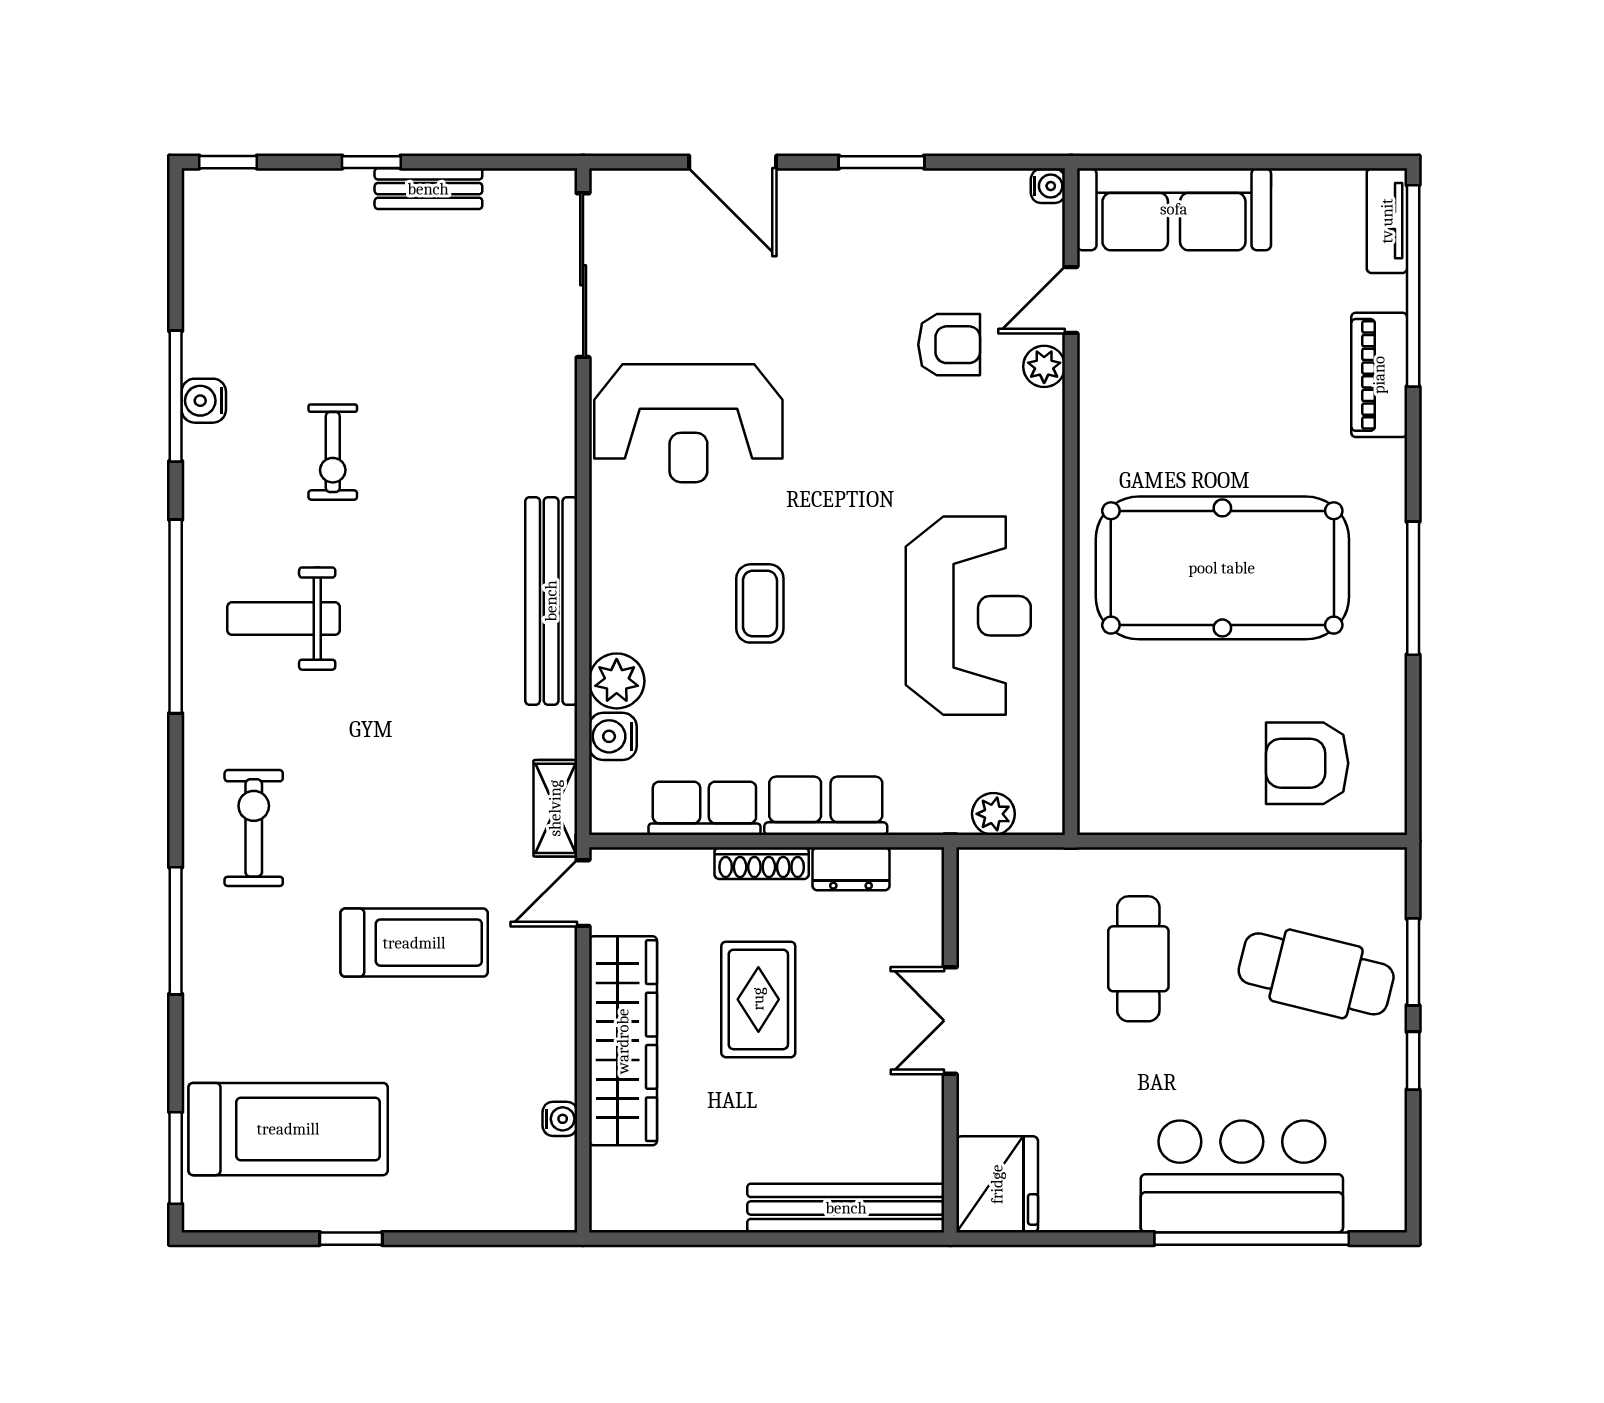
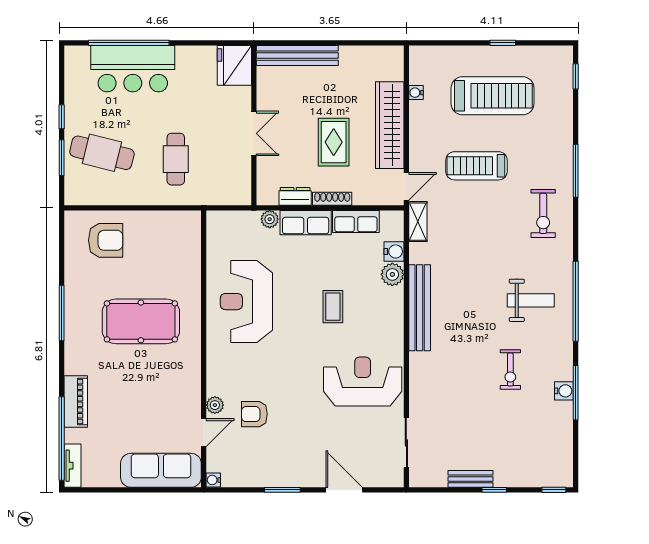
sliding door: (583, 275) -> (406, 443), width x0.73
exercise bike: (333, 452) -> (510, 370), turned 180
pool table: (1222, 568) -> (141, 321), width x0.73, depth x0.76
plant: (993, 814) -> (270, 219), moved
treadmill: (288, 1129) -> (493, 96), moved, turned 180
window: (176, 1158) -> (576, 76), width x0.67

